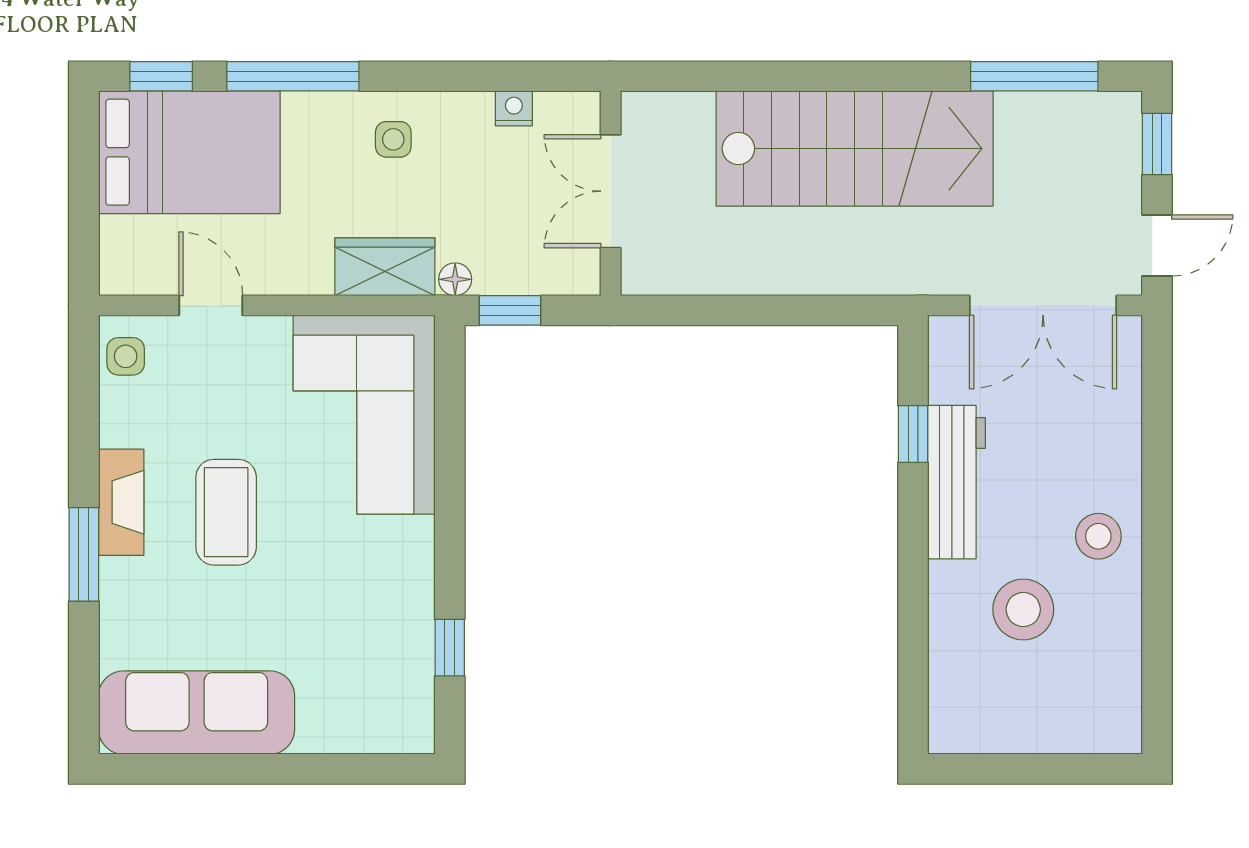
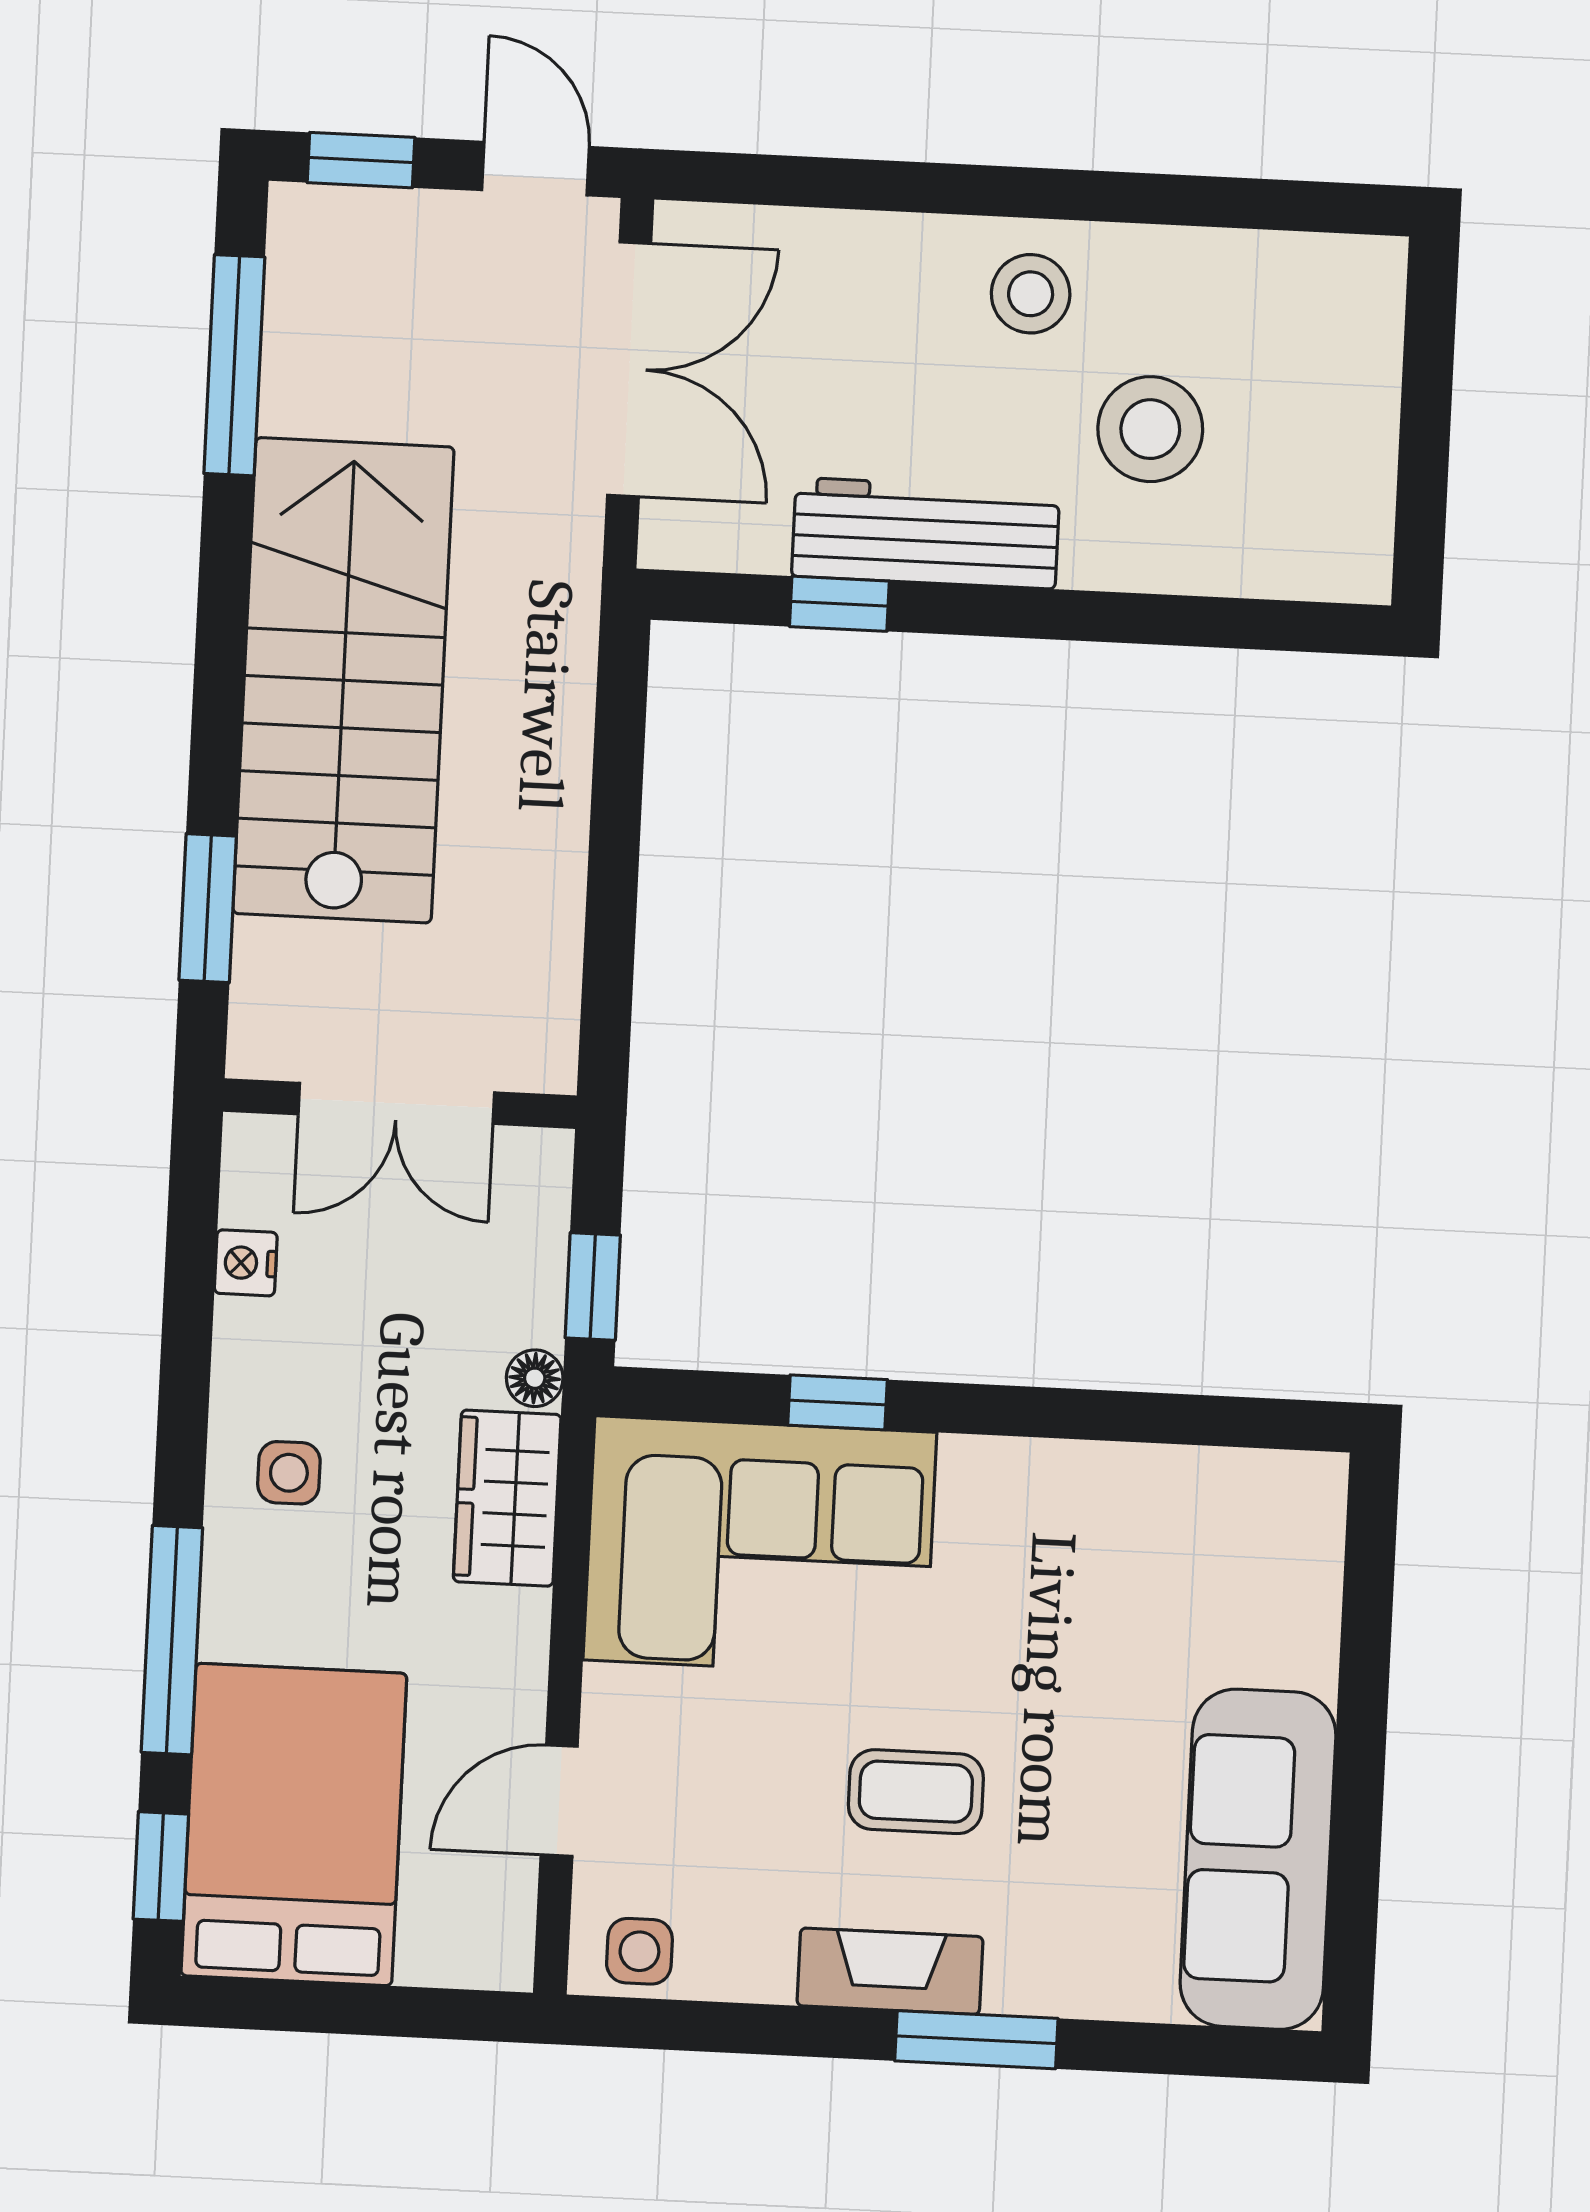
window: (719, 76) -> (208, 908), added
coffee table: (226, 512) -> (916, 1792), width x0.73, depth x0.77
window: (450, 648) -> (838, 1402), moved

